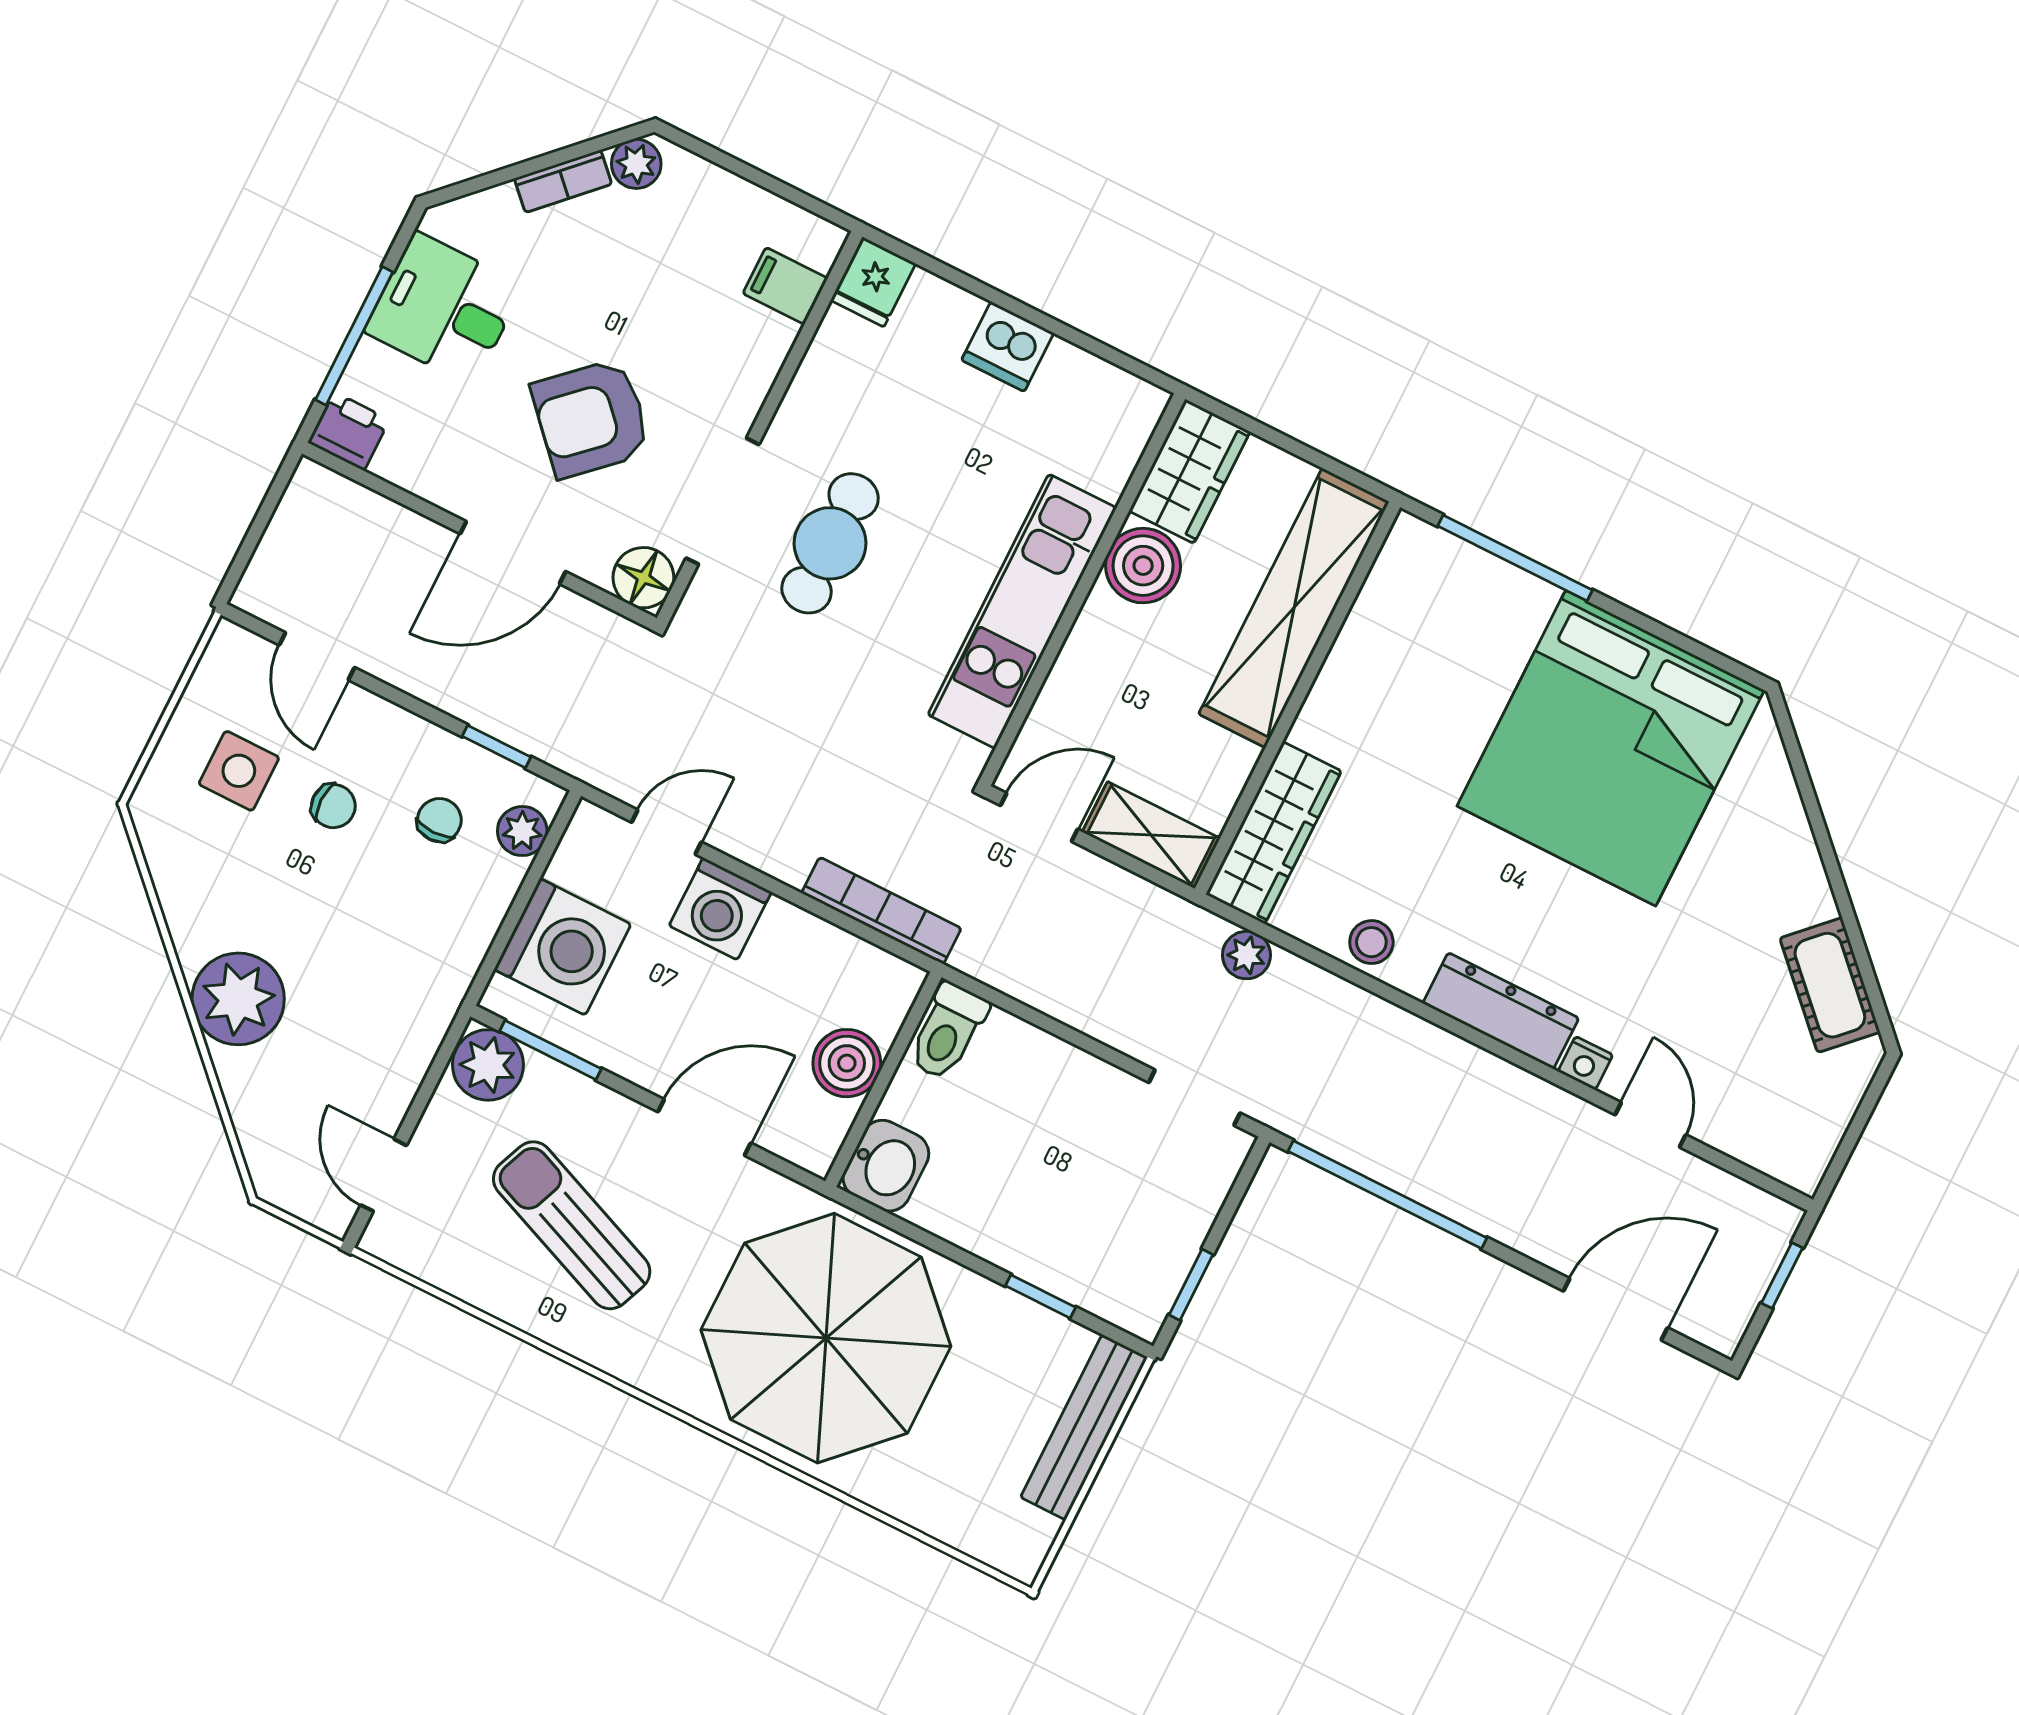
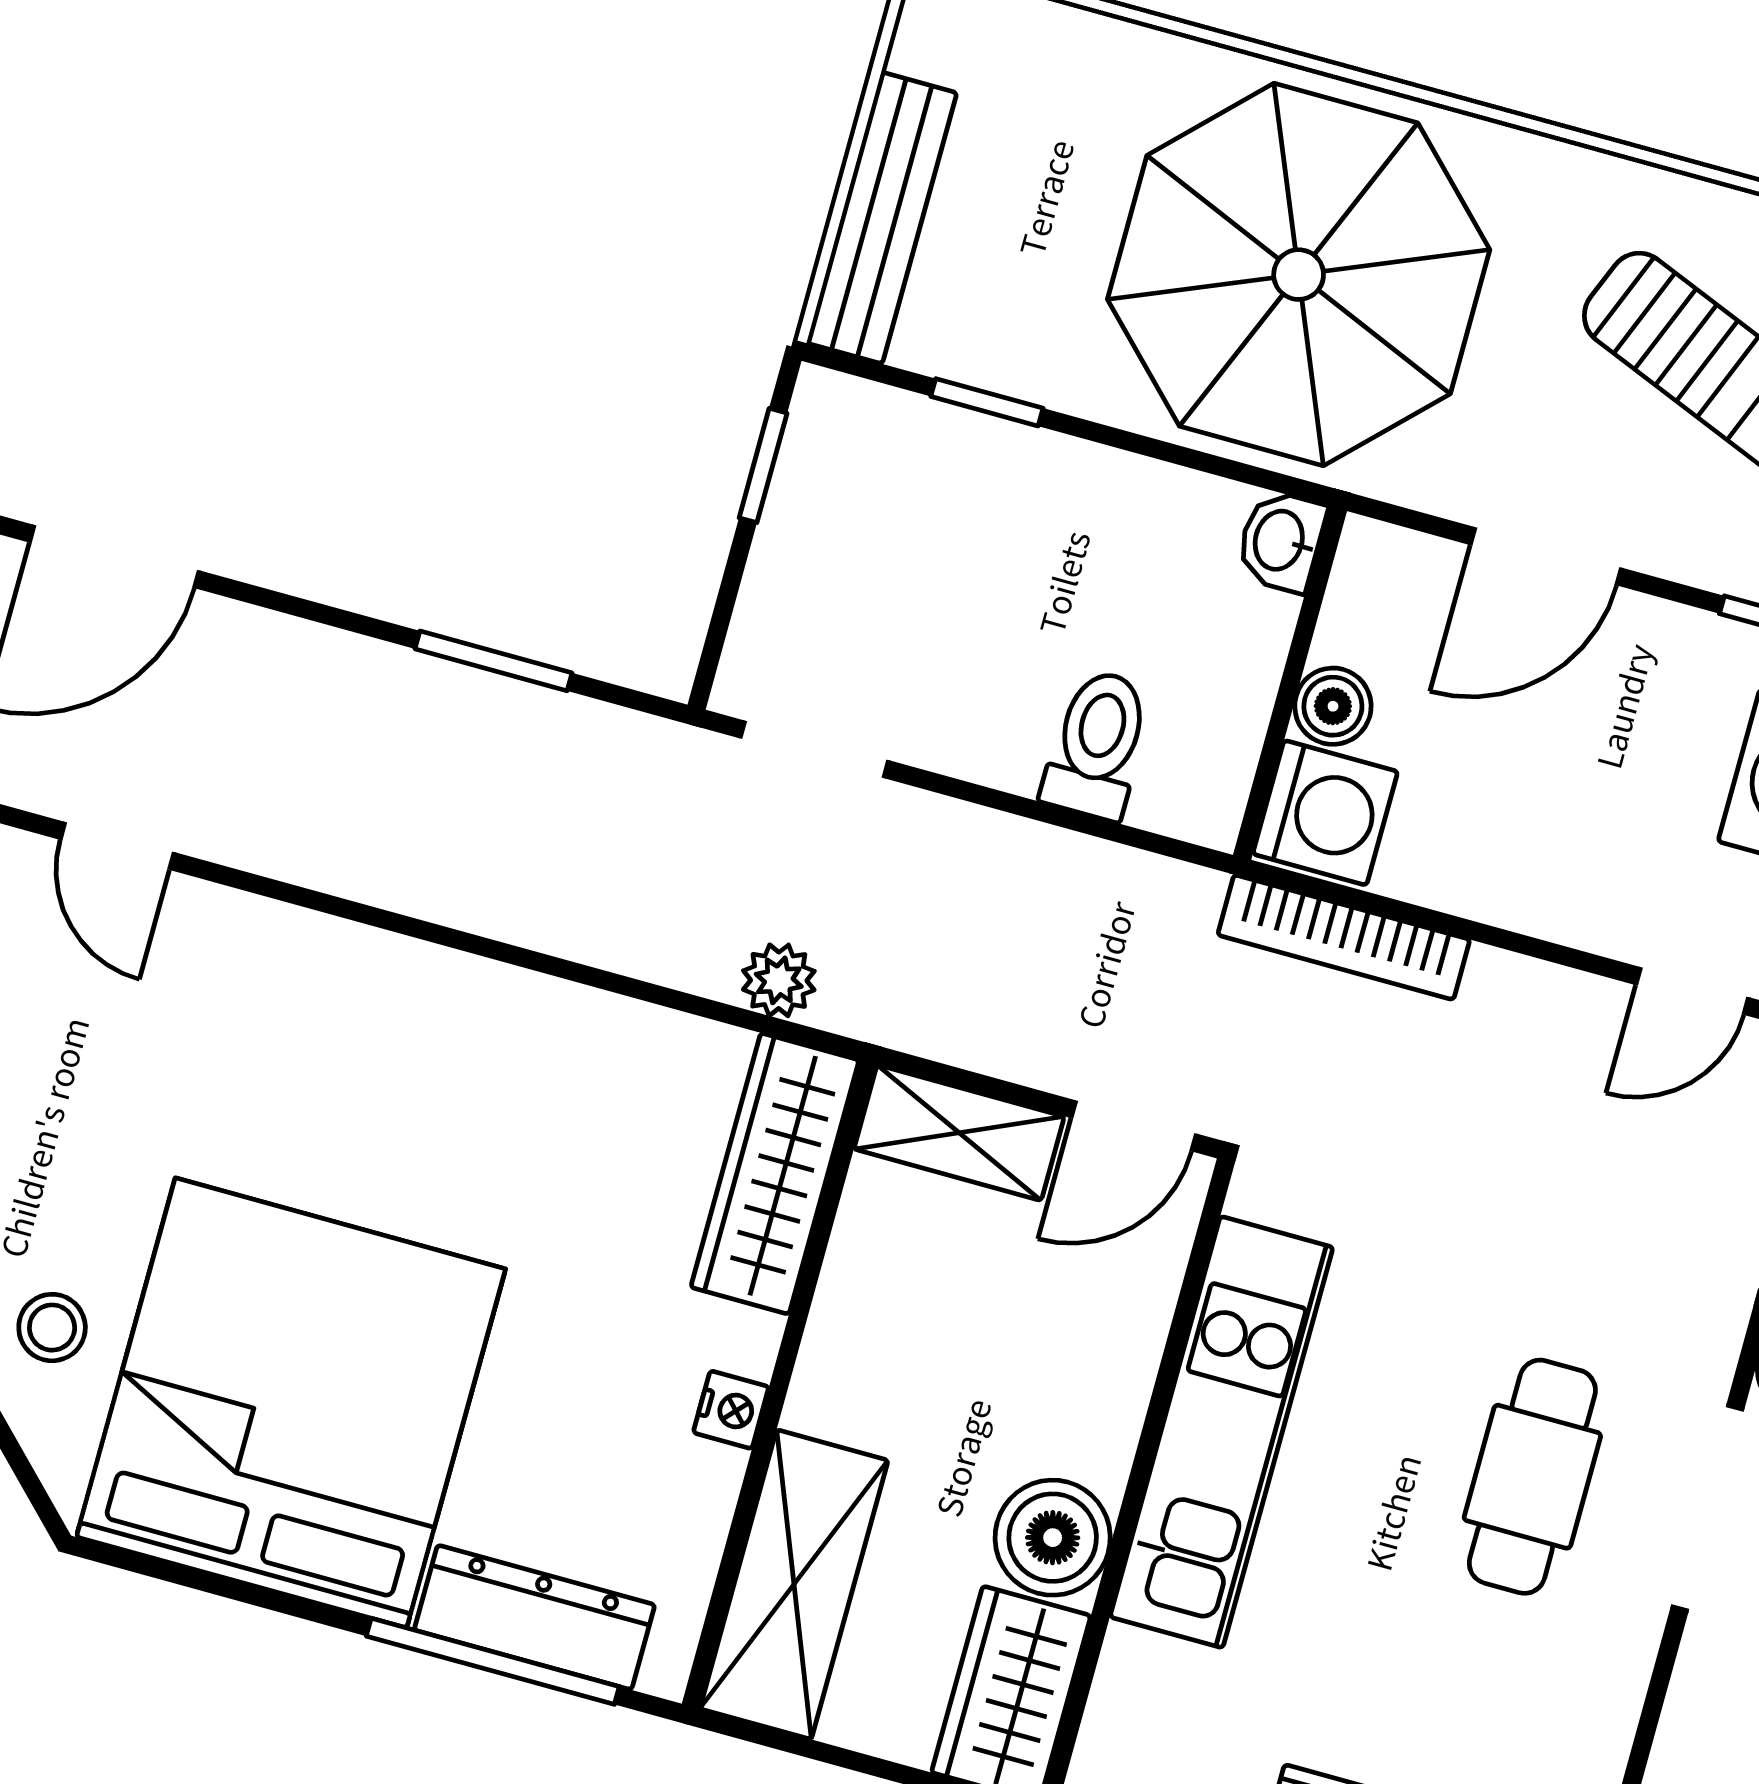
shelving: (1294, 608) -> (794, 1584), width x0.68
washing machine: (720, 909) -> (1325, 813), moved, turned 90
stool: (1371, 942) -> (52, 1328), moved
dresser: (1501, 1011) -> (535, 1617), moved, turned 180
toilet: (948, 1031) -> (1097, 744), moved
boiler: (847, 1063) -> (1333, 706), width x0.73, depth x0.73
nightstand: (1585, 1063) -> (731, 1410), moved, turned 90
washbasin: (886, 1166) -> (1281, 541), width x0.72, depth x0.69
window: (1387, 1195) -> (493, 661), width x0.47

